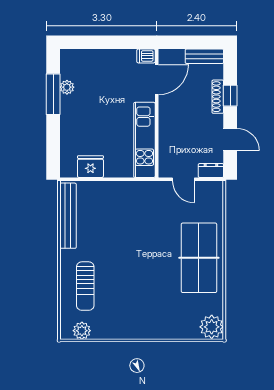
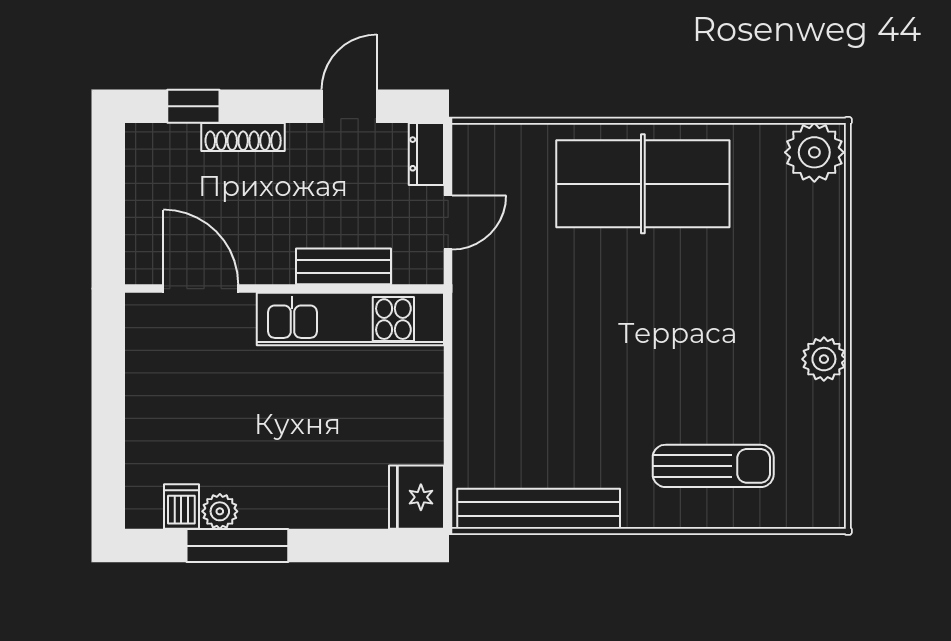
dishwasher: (146, 56) -> (181, 506), moved, turned 180
bench: (204, 56) -> (343, 266), moved, turned 90
window: (230, 96) -> (193, 106), moved
fridge: (90, 167) -> (417, 497), moved
plant: (82, 331) -> (824, 359), moved

